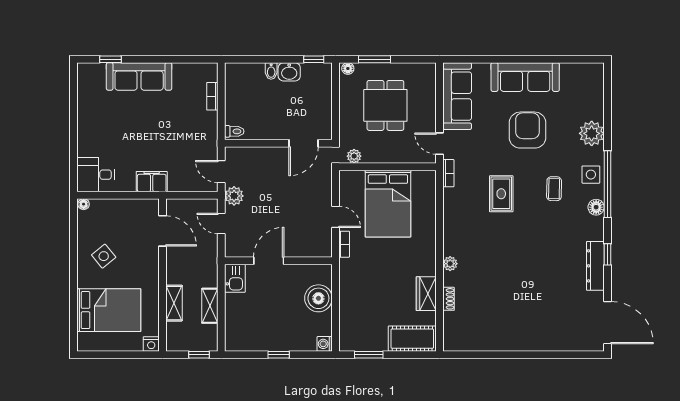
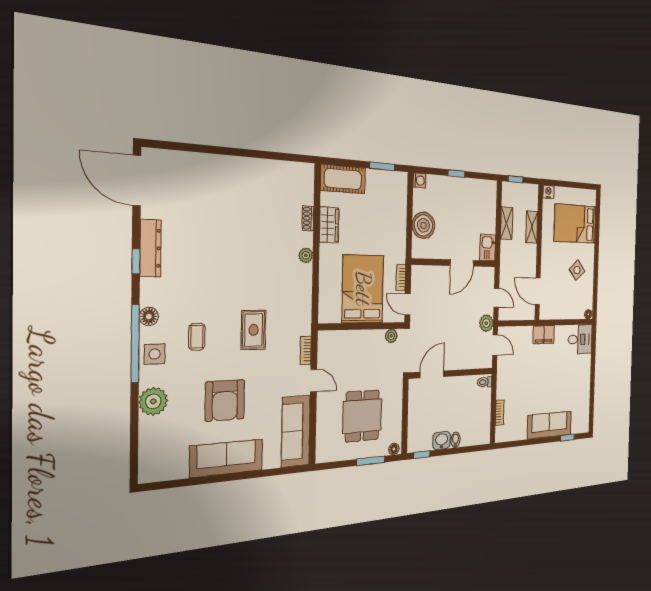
plant: (354, 156) -> (391, 336), moved
wall: (388, 167) -> (362, 326), moved
bed: (388, 204) -> (363, 289), moved

